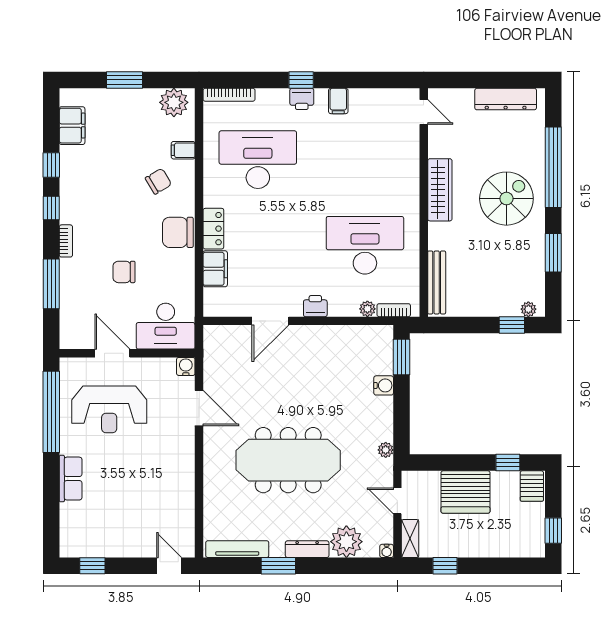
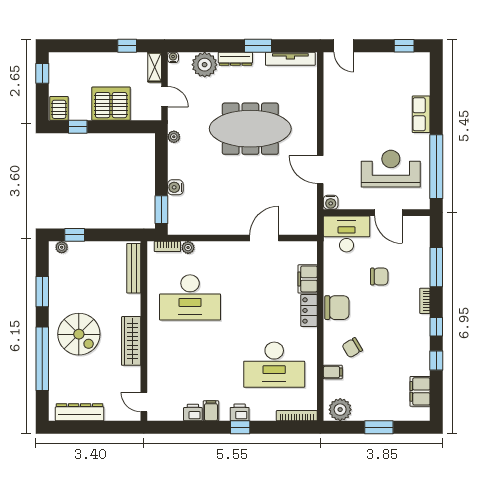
spiral stairs: (506, 199) -> (79, 334), turned -90
printer: (315, 306) -> (193, 412), moved, turned 180

